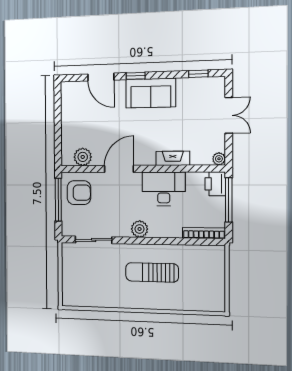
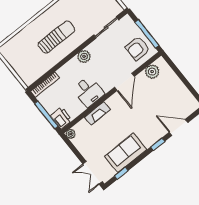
sofa: (151, 93) -> (126, 153), moved
double door: (229, 115) -> (93, 173), moved
desk: (164, 189) -> (89, 91), width x0.73

